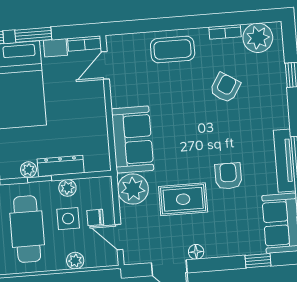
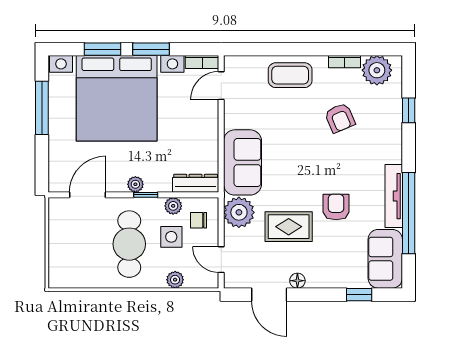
armchair: (225, 88) -> (340, 118), turned 125
dresser: (61, 166) -> (196, 183), moved
chair: (95, 217) -> (198, 220), moved

